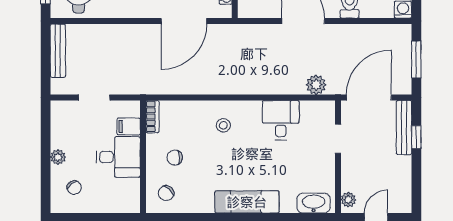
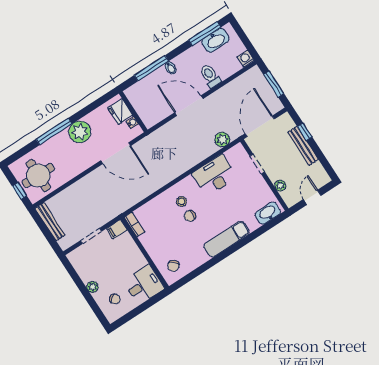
door: (184, 21) -> (116, 153), hinge flipped
desk: (281, 120) -> (215, 175), width x1.37
filing cabinet: (129, 126) -> (117, 229), moved
bench: (404, 128) -> (303, 146), moved
desk: (118, 157) -> (144, 285), moved
chair: (175, 158) -> (190, 216), moved
plant: (348, 200) -> (280, 186), moved

